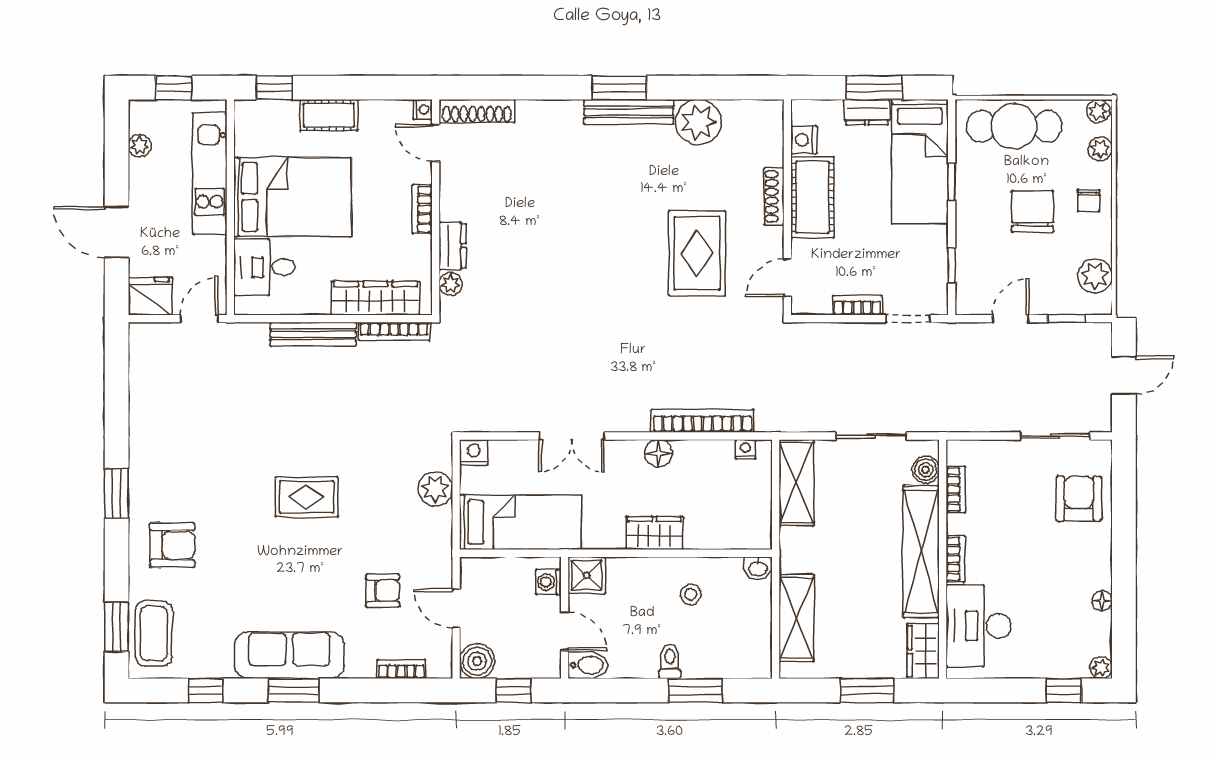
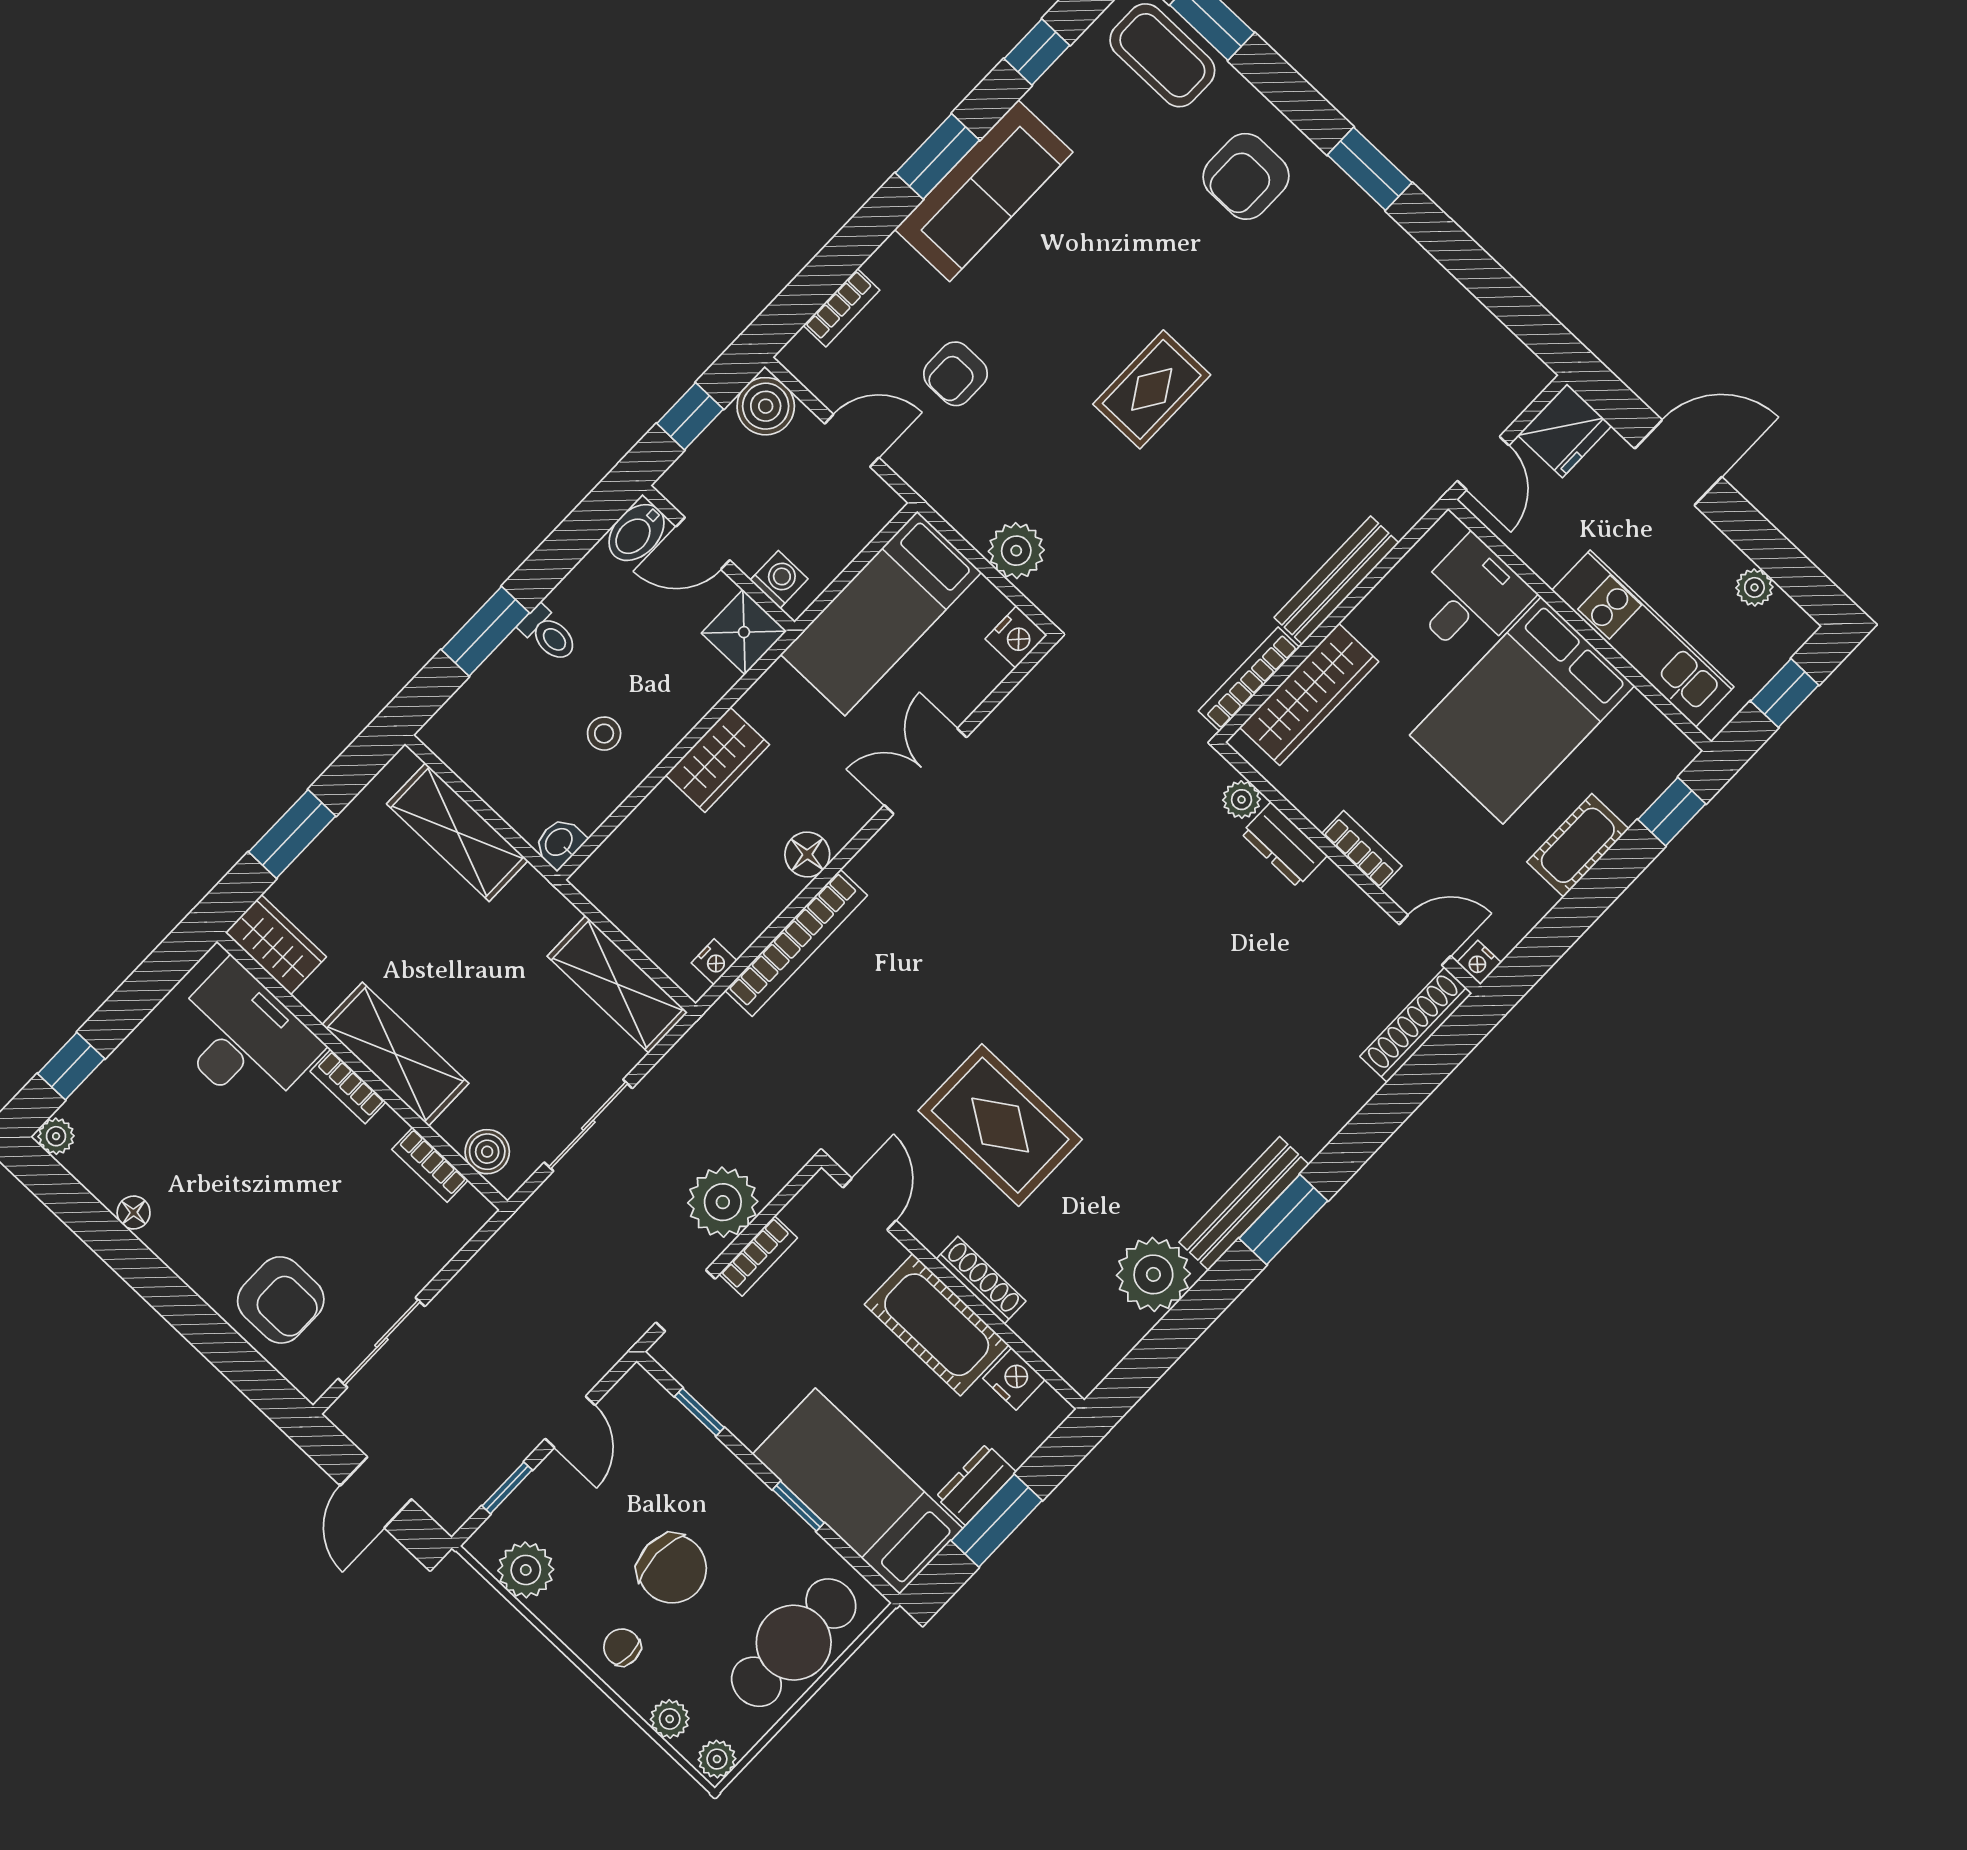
plant: (848, 344) -> (723, 1202), added
shelving: (921, 552) -> (395, 1054), width x0.68

